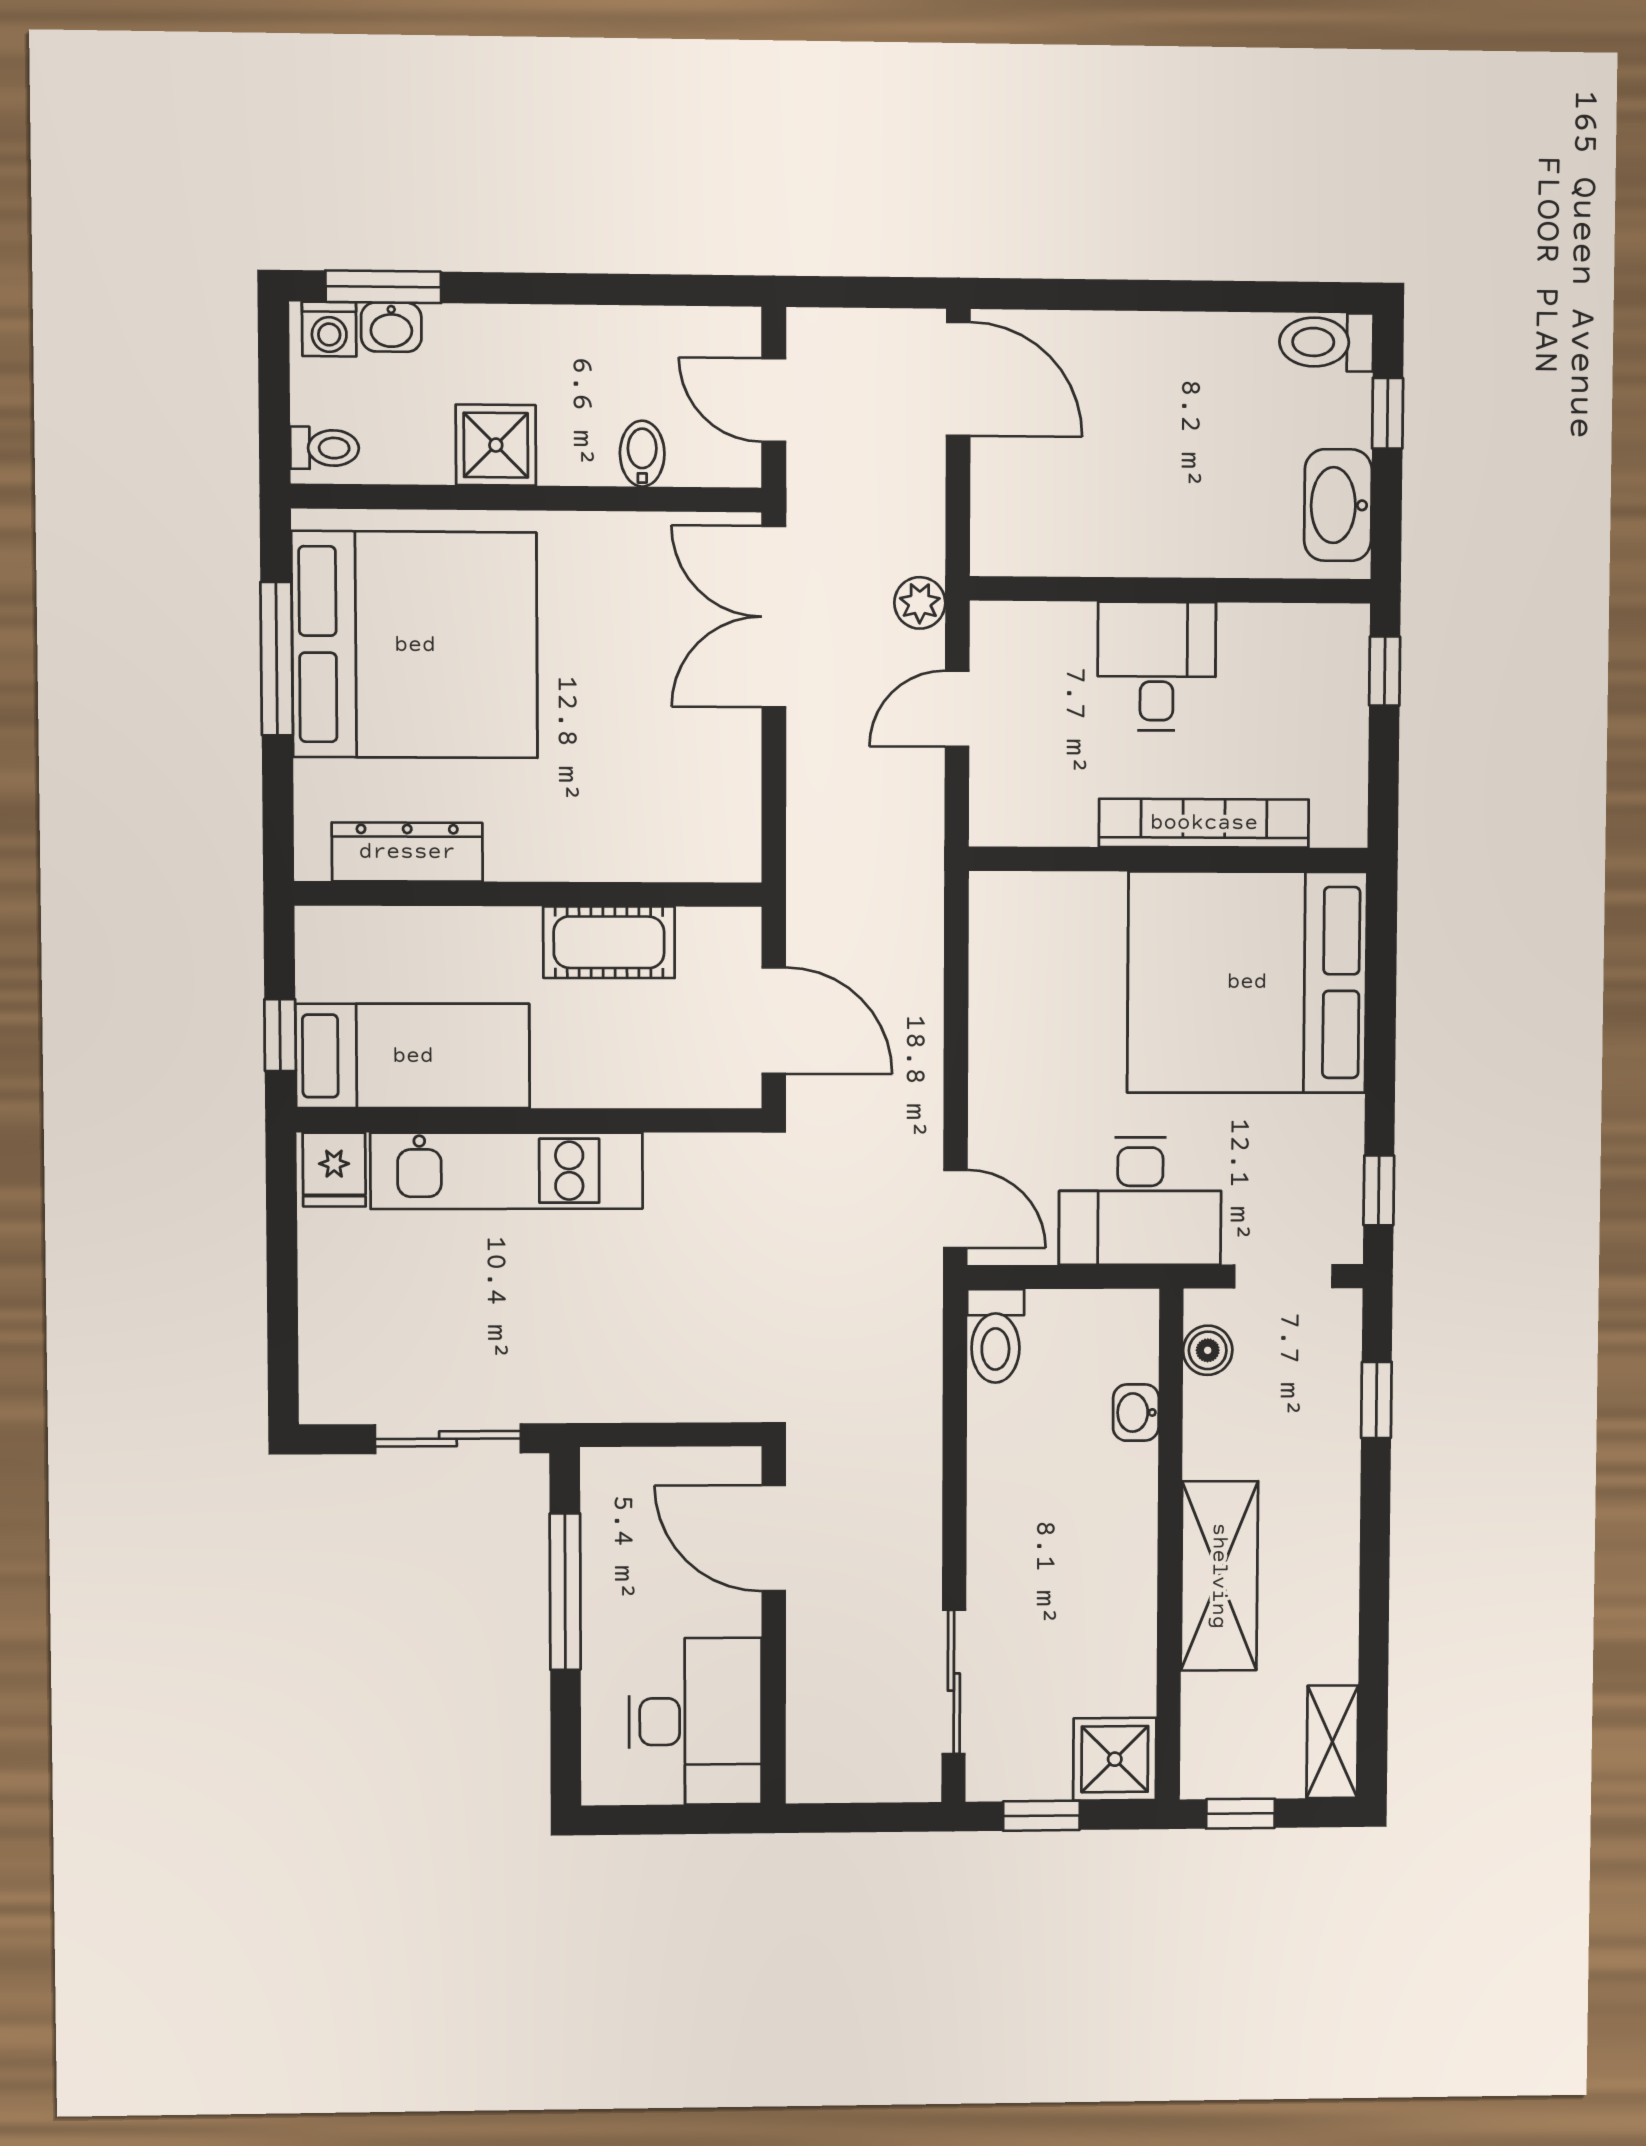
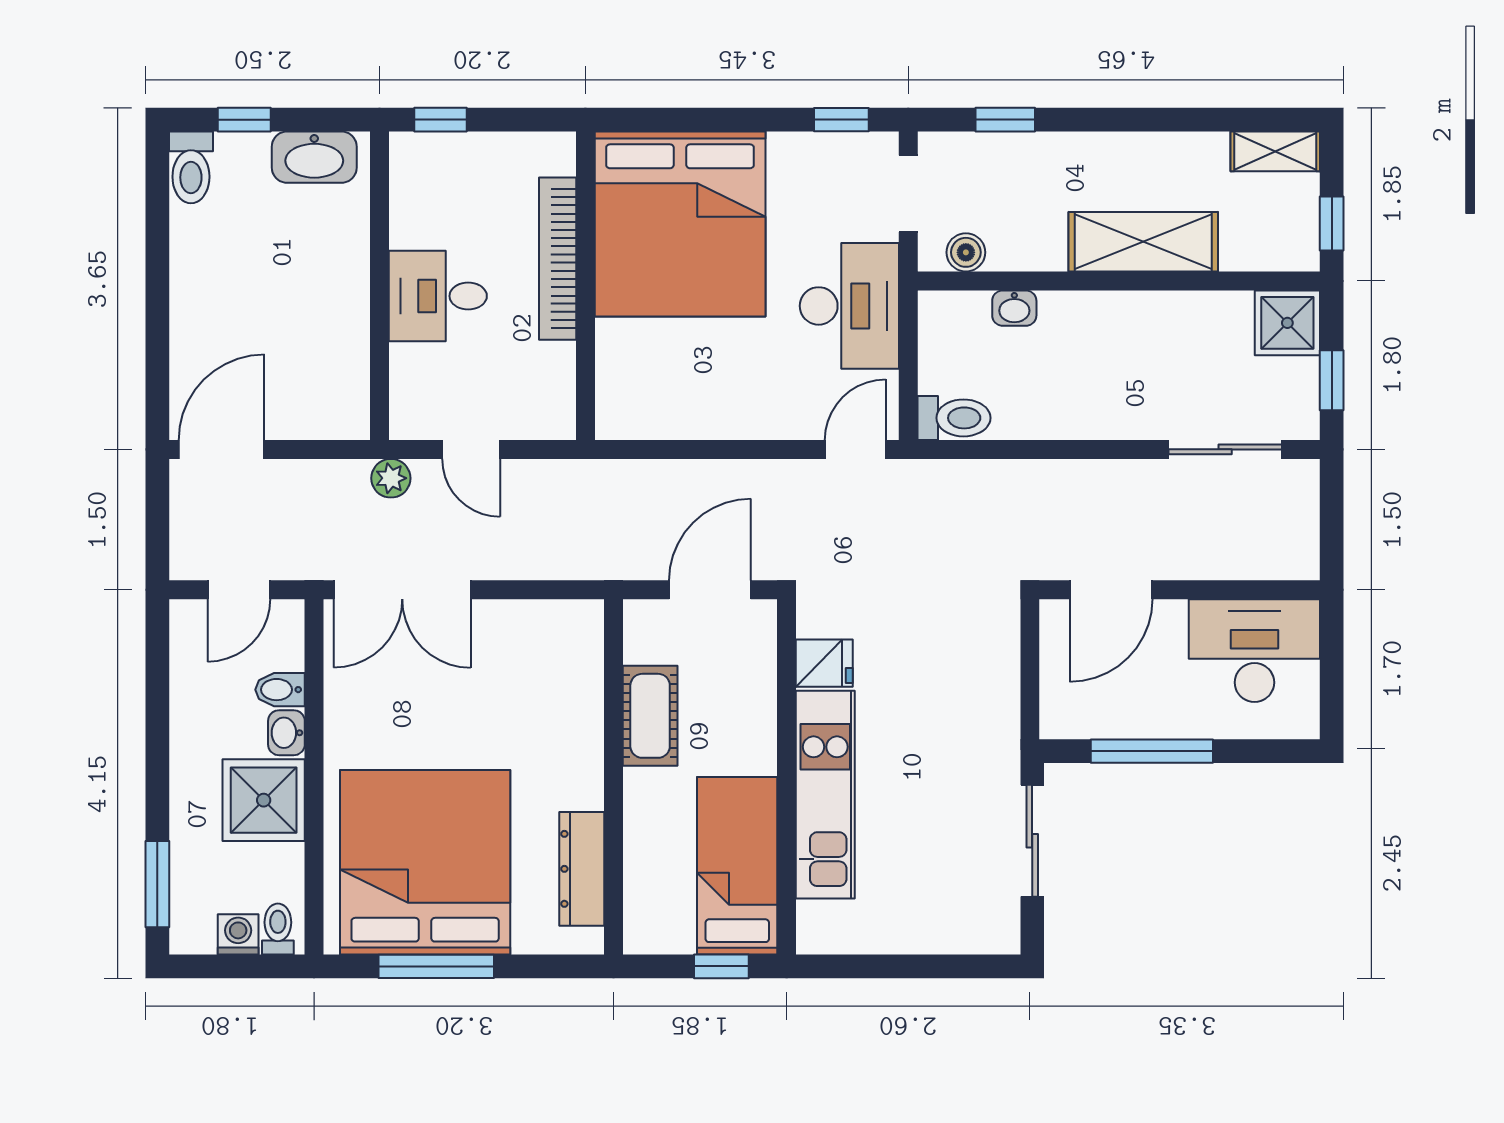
washbasin: (391, 327) -> (286, 733), moved, turned 180
washing machine: (329, 329) -> (238, 934), moved, turned -90
shower: (496, 445) -> (264, 800), width x1.36, depth x1.36
fridge: (334, 1170) -> (824, 663), moved

